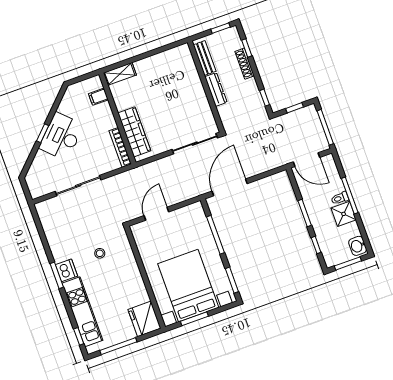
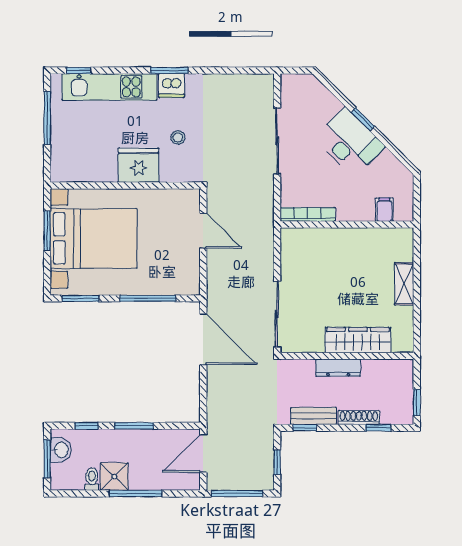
bench: (205, 58) -> (313, 416), moved
shelving: (120, 74) -> (404, 284), moved
wardrobe: (134, 132) -> (358, 340), moved, turned 180
toilet: (340, 198) -> (92, 479), moved
washbasin: (358, 246) -> (61, 450), moved, turned 90
fridge: (144, 319) -> (139, 165), moved

